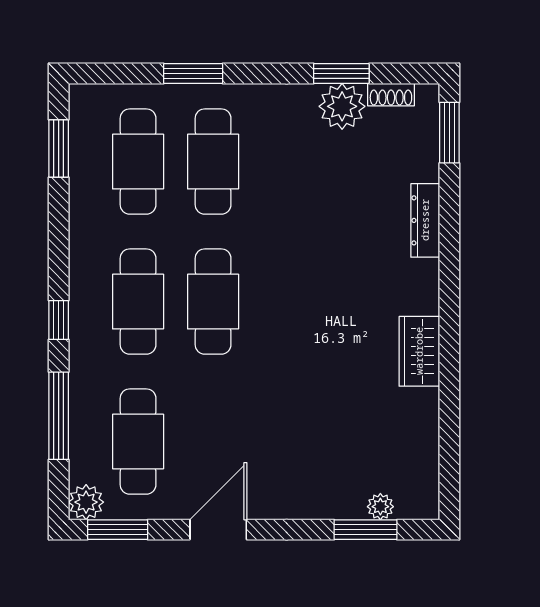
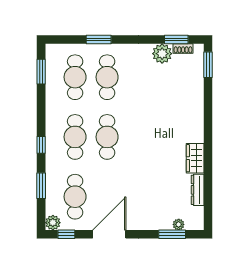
window: (341, 73) -> (176, 40), moved
dresser: (425, 220) -> (198, 190), moved
window: (59, 416) -> (41, 186), width x0.69
window: (118, 530) -> (66, 234), width x0.67
door: (218, 530) -> (109, 234), width x1.36

